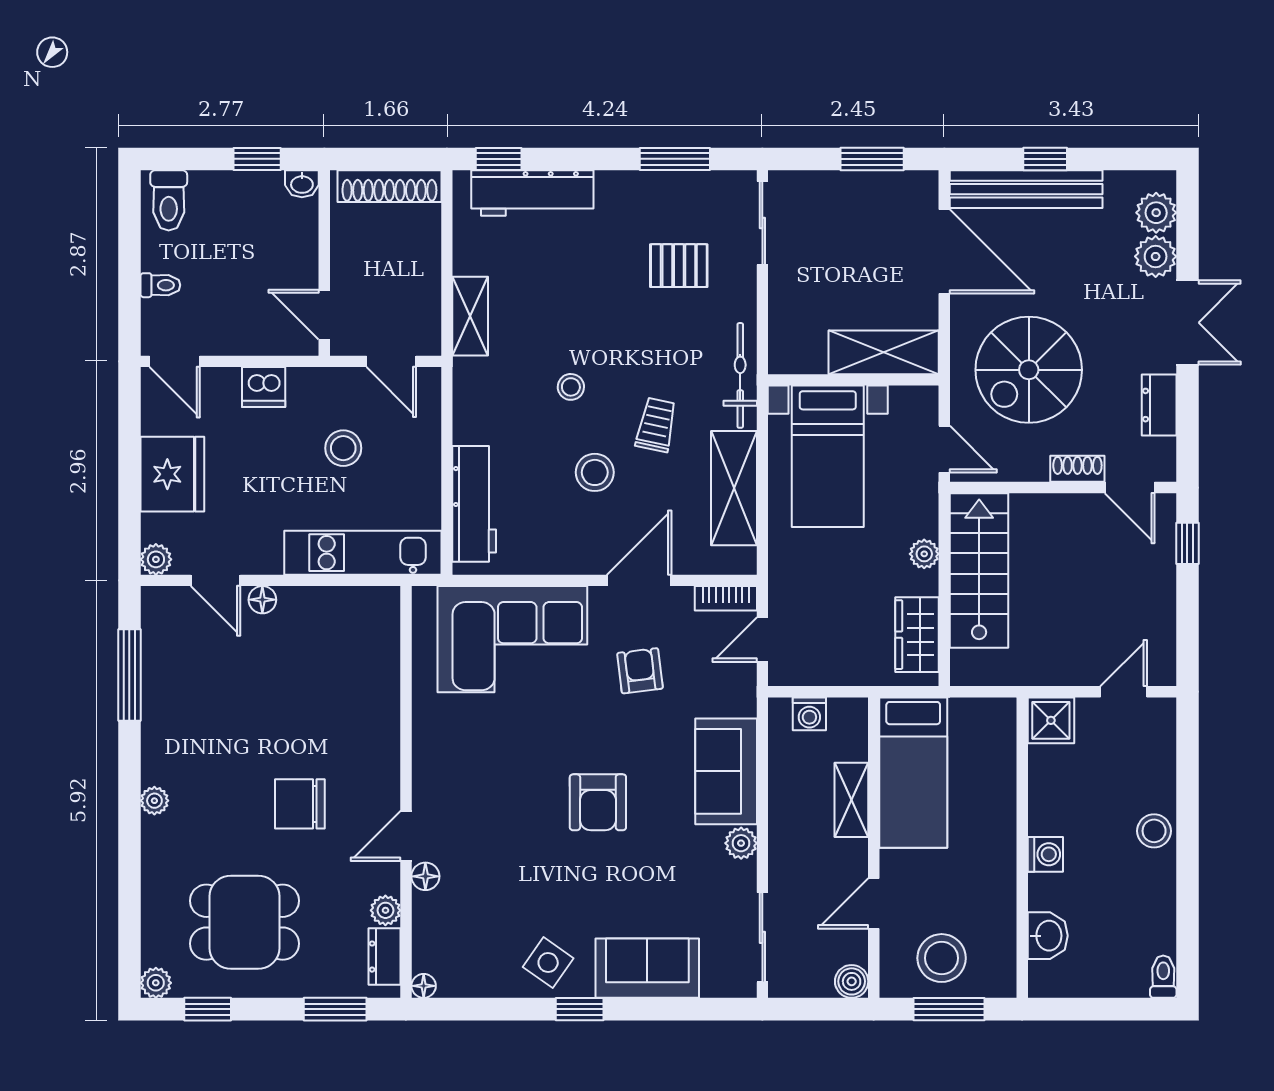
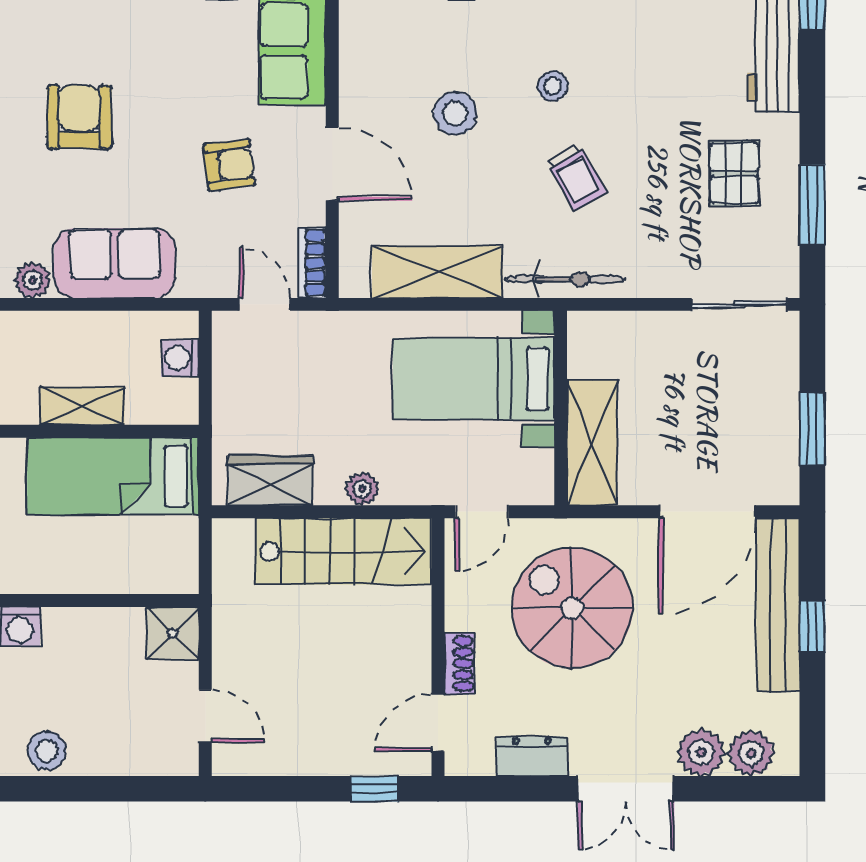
pallet: (679, 266) -> (734, 173), moved
trolley: (656, 425) -> (576, 177), moved, turned 48
armchair: (598, 802) -> (79, 117), turned 90

